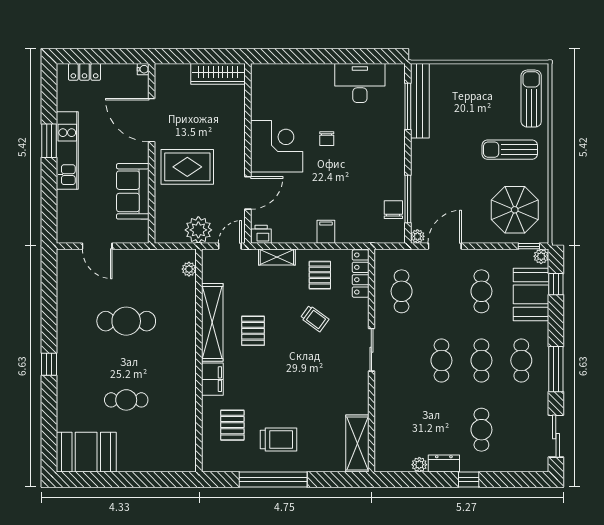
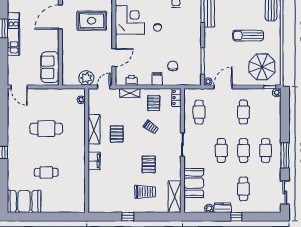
door: (152, 120) -> (60, 17), hinge flipped
corner desk: (277, 146) -> (130, 20), moved
sun lounger: (510, 150) -> (248, 36), moved
rug: (187, 167) -> (92, 21), moved
sofa: (133, 191) -> (50, 67), moved
chair: (393, 210) -> (173, 66), moved
printer: (261, 234) -> (131, 80), moved
door: (97, 246) -> (19, 87), moved
locker: (361, 274) -> (176, 97), width x0.66
window: (556, 284) -> (285, 108), removed
booth: (531, 294) -> (194, 183), moved
shelving: (212, 322) -> (94, 129), width x0.68
pallet: (232, 425) -> (149, 164), moved
trolley: (278, 440) -> (145, 192), moved
window: (273, 480) -> (128, 217), width x0.32

